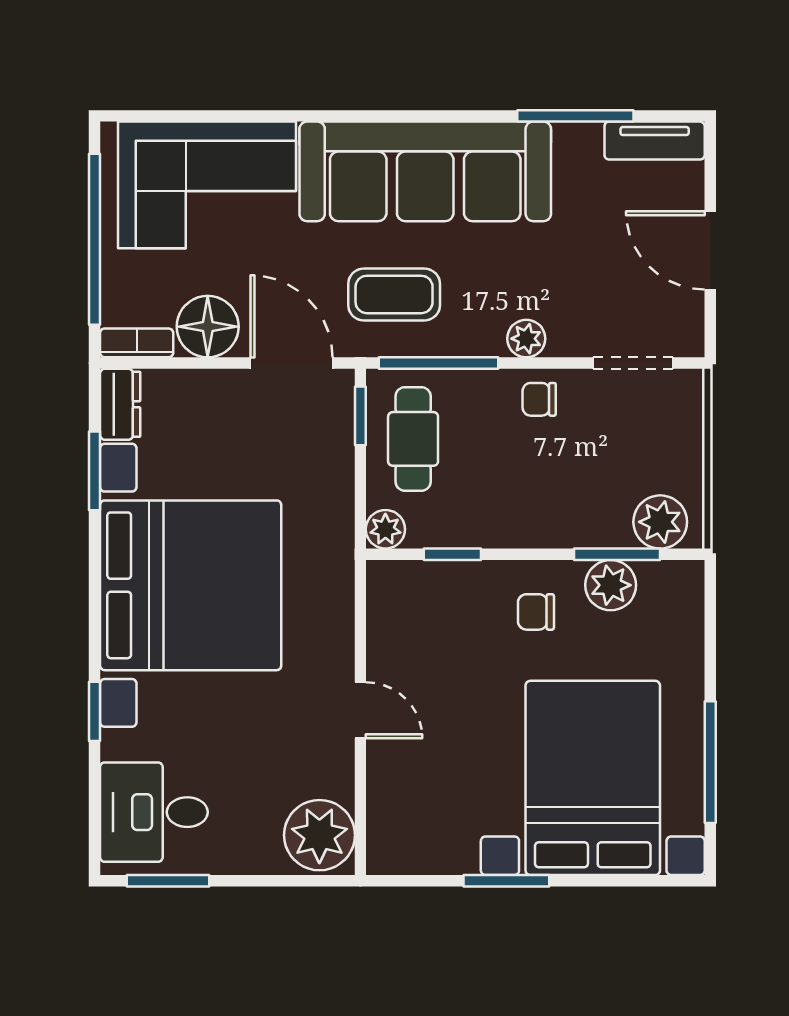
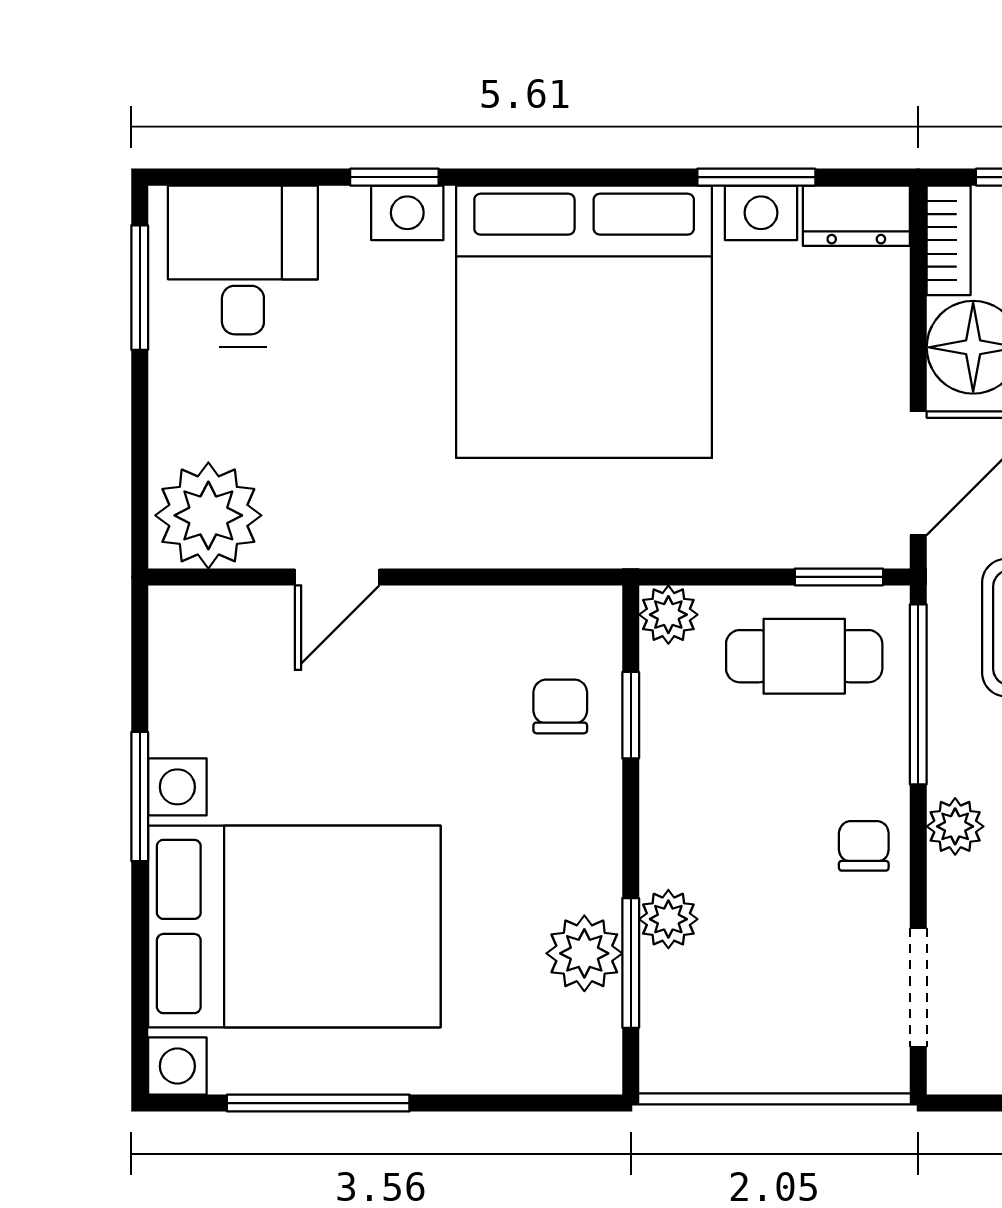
plant: (660, 522) -> (668, 919), moved, width x0.73, depth x0.73
chair: (536, 612) -> (560, 706), moved
door: (360, 710) -> (337, 577), moved

